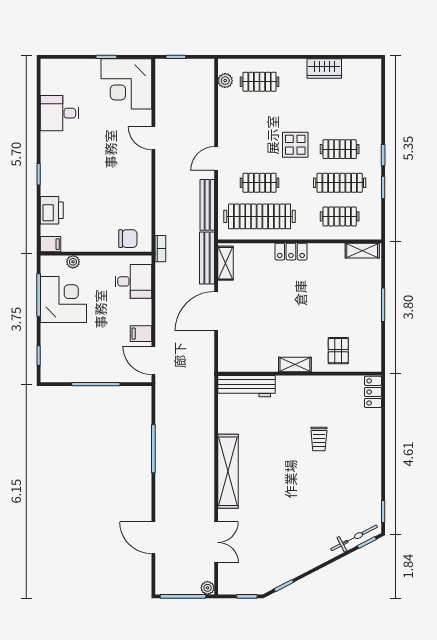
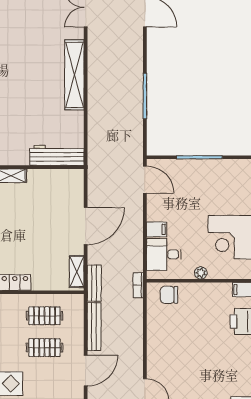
door: (216, 159) -> (86, 371), width x1.38
clothes rail: (260, 216) -> (45, 316), width x0.54, depth x0.76
bench: (207, 258) -> (94, 283), width x0.73
plant: (73, 262) -> (201, 273), moved
filing cabinet: (141, 334) -> (157, 229), moved

